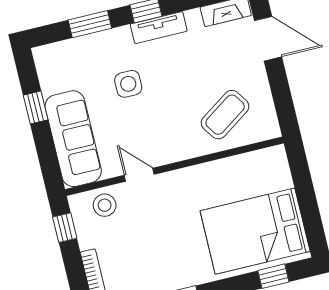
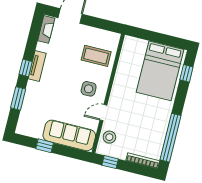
side table: (128, 84) -> (89, 89), moved
coffee table: (225, 115) -> (96, 56), turned -56

